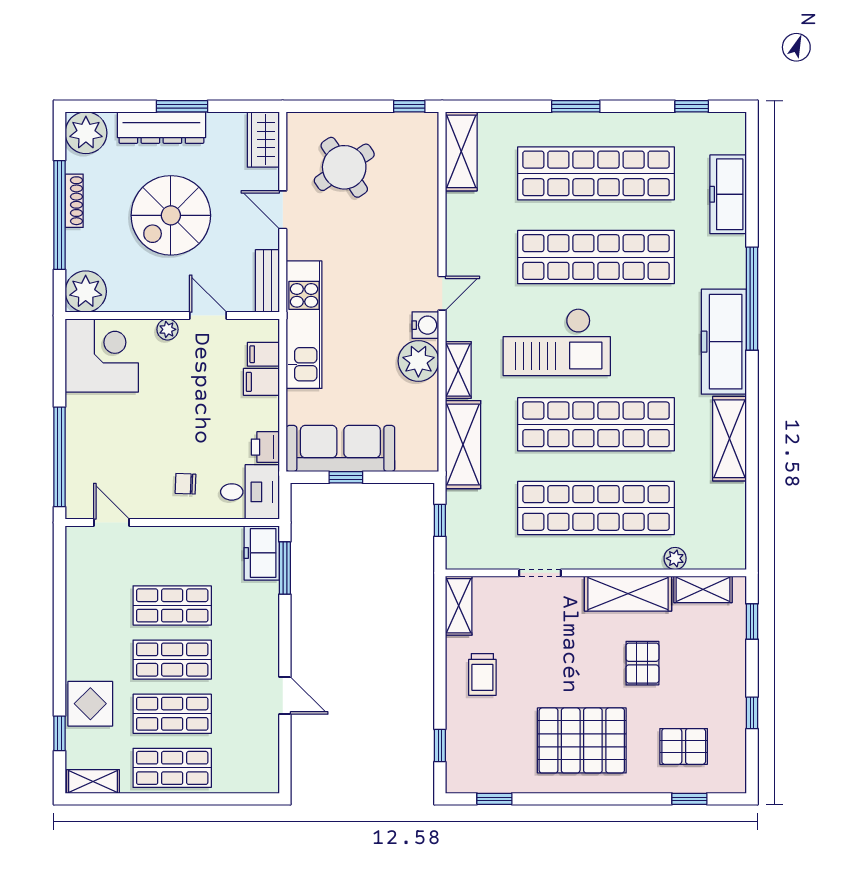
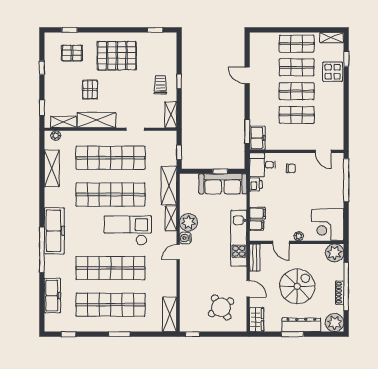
shelving: (730, 439) -> (52, 168), moved
plant: (675, 558) -> (56, 136), moved
window: (440, 746) -> (179, 81), moved

